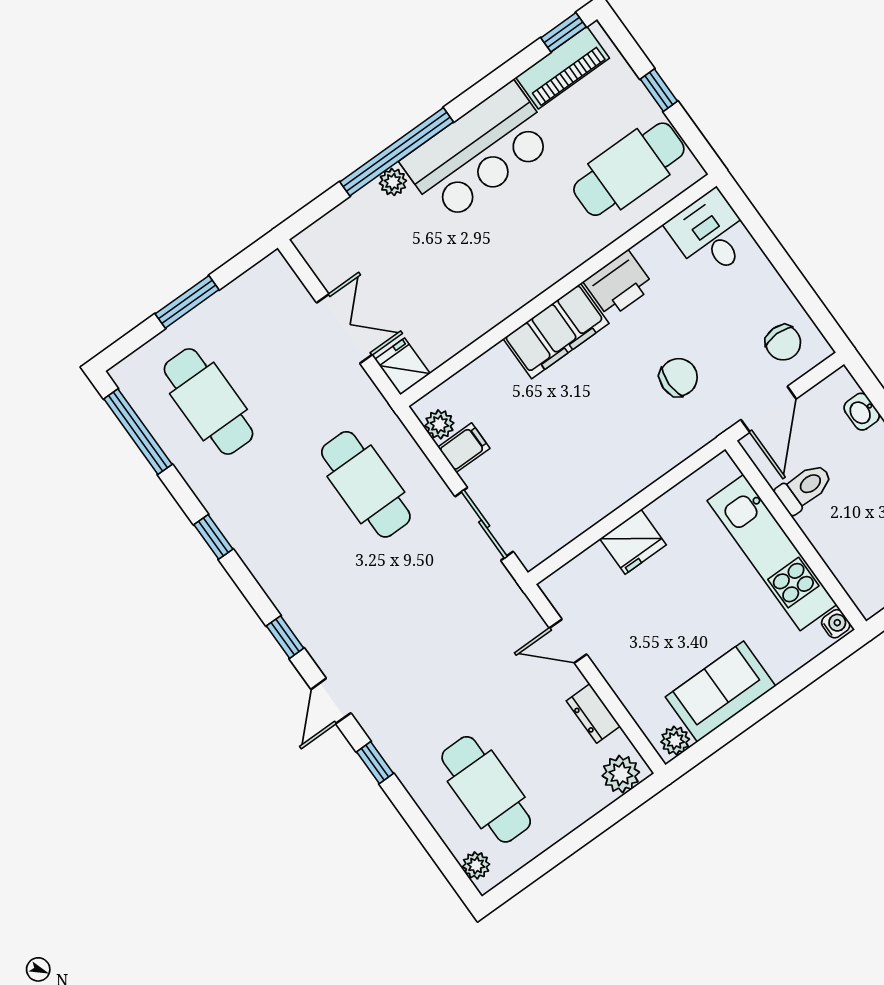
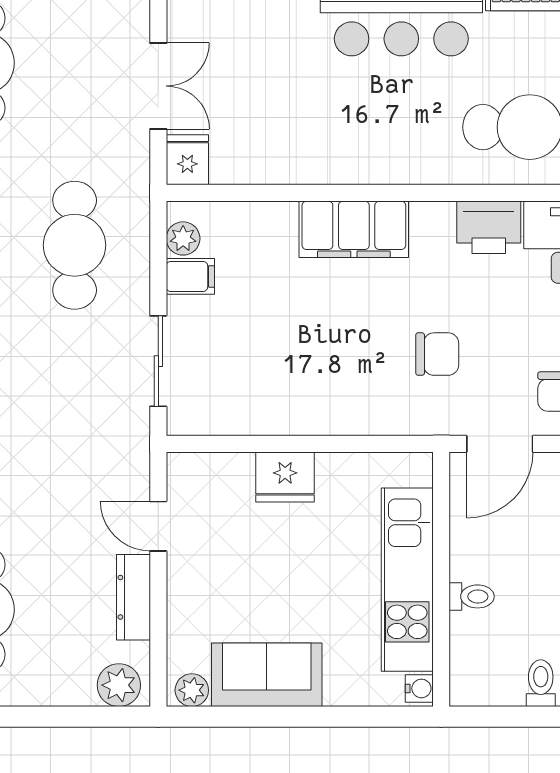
printer: (619, 284) -> (489, 227), moved
toilet: (804, 488) -> (472, 596), moved, width x0.73, depth x0.72
dresser: (593, 714) -> (134, 597), width x1.44

